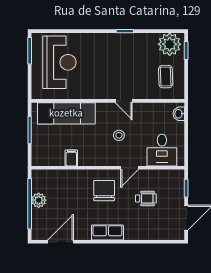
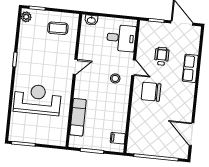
plant: (170, 44) -> (26, 17), width x0.53, depth x0.53
reception desk: (59, 62) -> (37, 100), moved
exam couch: (66, 113) -> (78, 117), width x0.73, depth x0.69
stool: (119, 135) -> (115, 78), moved
filing cabinet: (71, 158) -> (118, 138), moved
plant: (39, 200) -> (154, 149), removed
row of seats: (107, 233) -> (190, 68), moved

